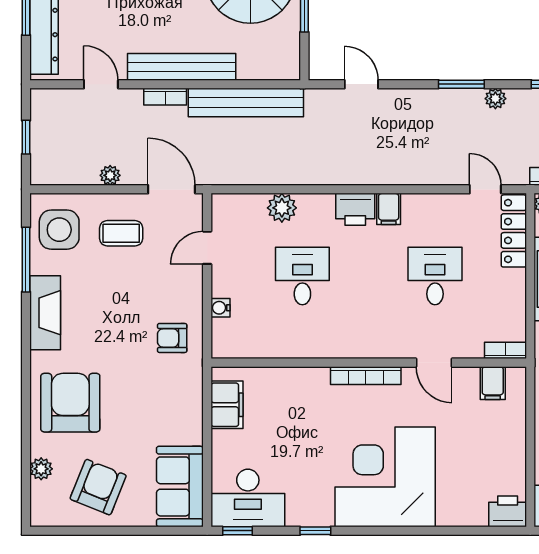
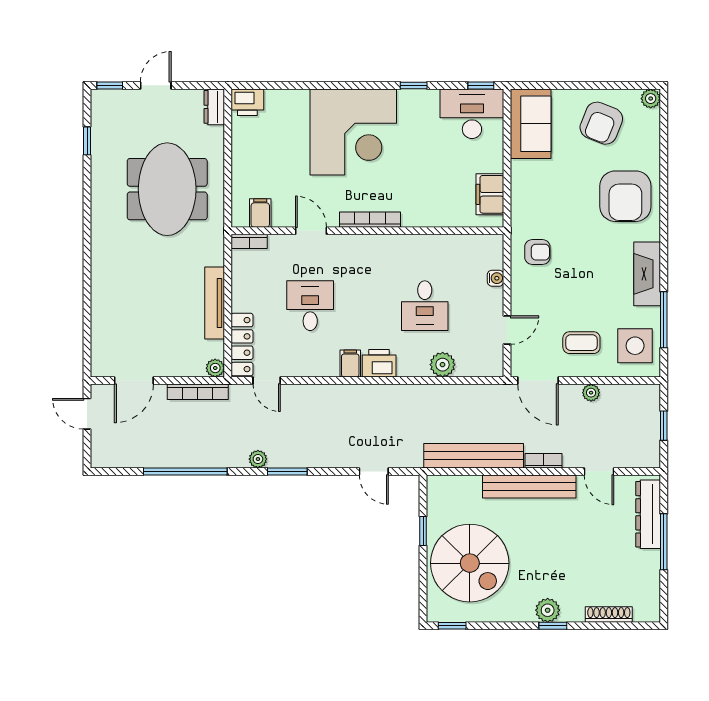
desk: (435, 276) -> (310, 306), turned 180
plant: (41, 469) -> (651, 99), moved

